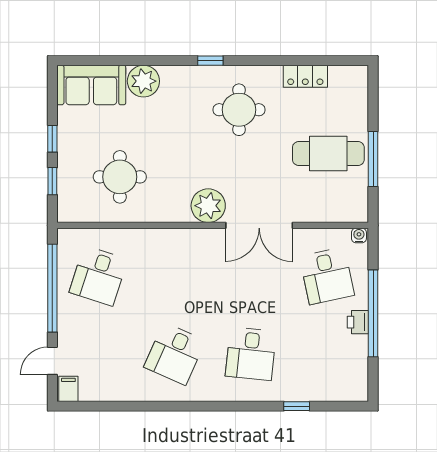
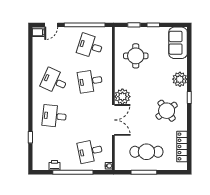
locker: (305, 76) -> (182, 146), width x1.53
plant: (143, 81) -> (180, 79), moved
round table: (239, 110) -> (167, 111), turned -36
cafe table: (328, 154) -> (146, 152), turned 90
double door: (259, 225) -> (113, 120), swing flipped
desk: (175, 276) -> (90, 81), added
printer: (358, 322) -> (54, 165), moved
door: (52, 361) -> (51, 25), swing flipped

